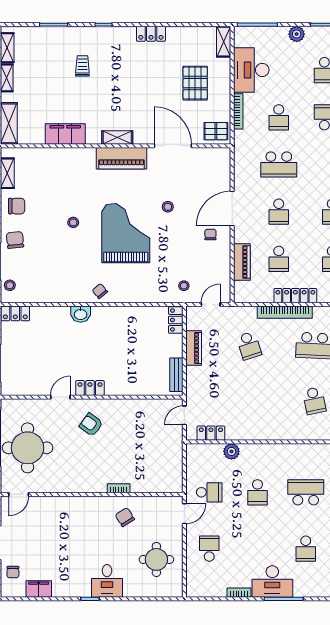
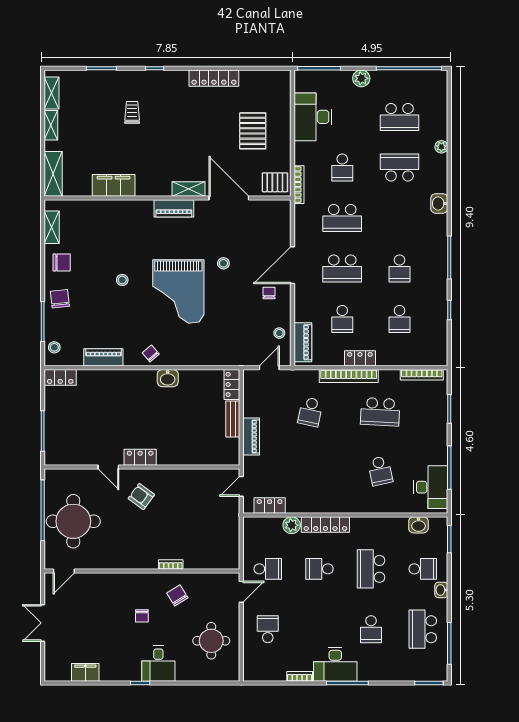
locker: (151, 34) -> (214, 78), width x1.53
shelving: (224, 42) -> (283, 87), removed
bookcase: (238, 111) -> (299, 185), moved
shelving: (117, 137) -> (188, 189), moved
piano: (122, 158) -> (174, 208), width x0.73, depth x0.75
school desk: (279, 212) -> (342, 268), width x1.85
grand piano: (126, 233) -> (178, 291), turned 180
piano: (242, 262) -> (303, 342), moved
stool: (184, 286) -> (279, 333), moved
piano: (56, 295) -> (103, 357), added
locker: (295, 296) -> (360, 358), width x0.66
washbasin: (81, 314) -> (168, 378), moved
school desk: (249, 346) -> (310, 412), turned 30
piano: (194, 348) -> (251, 436), moved
bench: (176, 375) -> (233, 419), moved
door: (60, 397) -> (108, 467), swing flipped
locker: (263, 451) -> (325, 525), added
school desk: (257, 492) -> (319, 569), turned 90
school desk: (306, 492) -> (371, 569), turned -90
chair: (13, 572) -> (142, 616), moved

